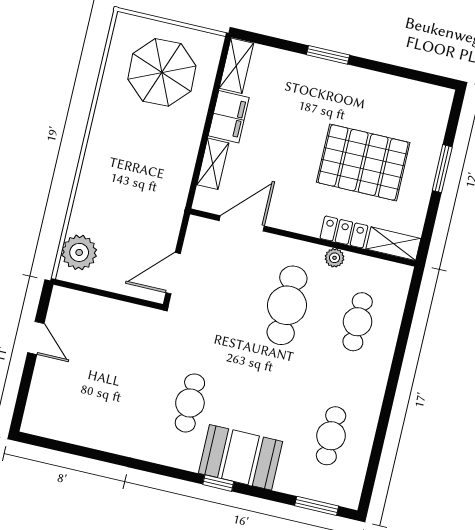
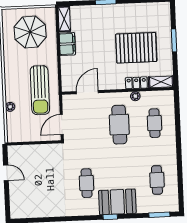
shelving: (213, 164) -> (66, 68), removed
sun lounger: (149, 193) -> (40, 90), added
plant: (79, 252) -> (10, 107), moved, width x0.53, depth x0.53

